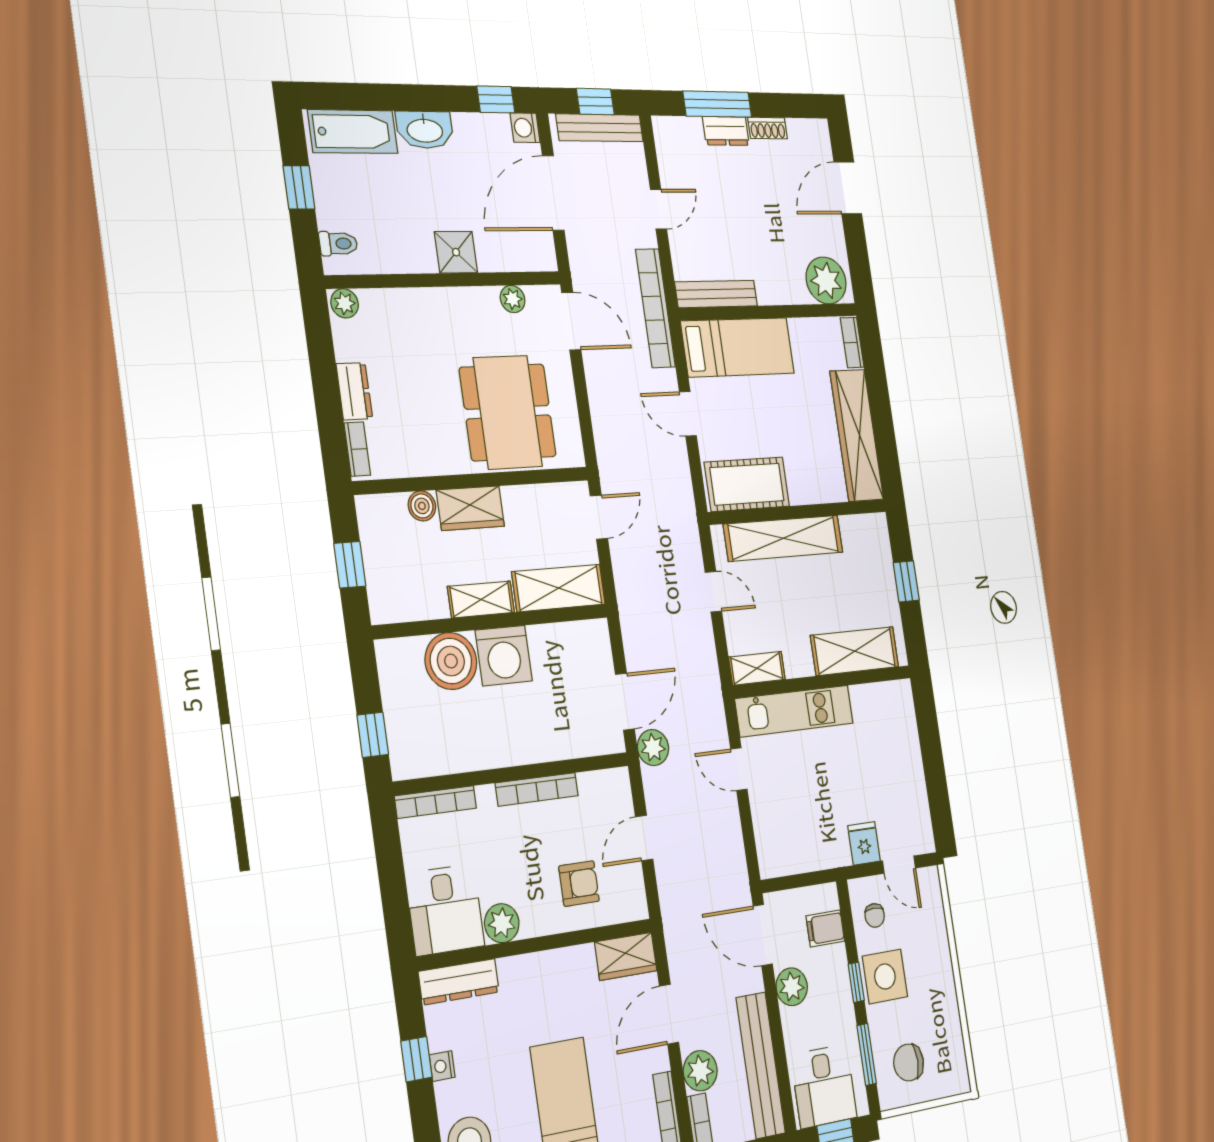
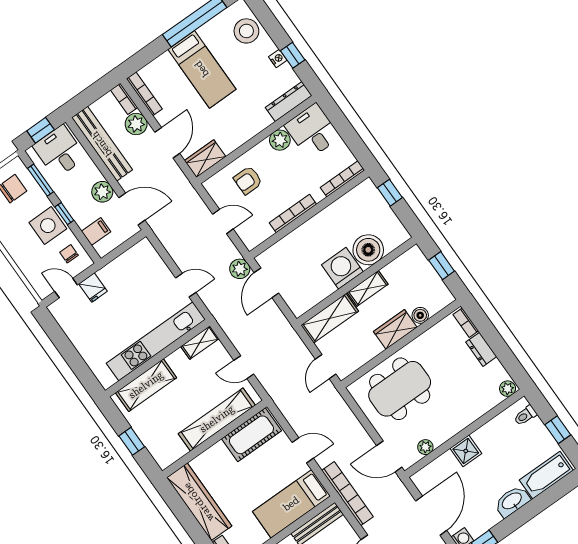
dining table: (508, 412) -> (400, 389), turned 90
kitchen unit: (794, 711) -> (156, 341), width x1.36
door: (644, 838) -> (223, 222), hinge flipped

